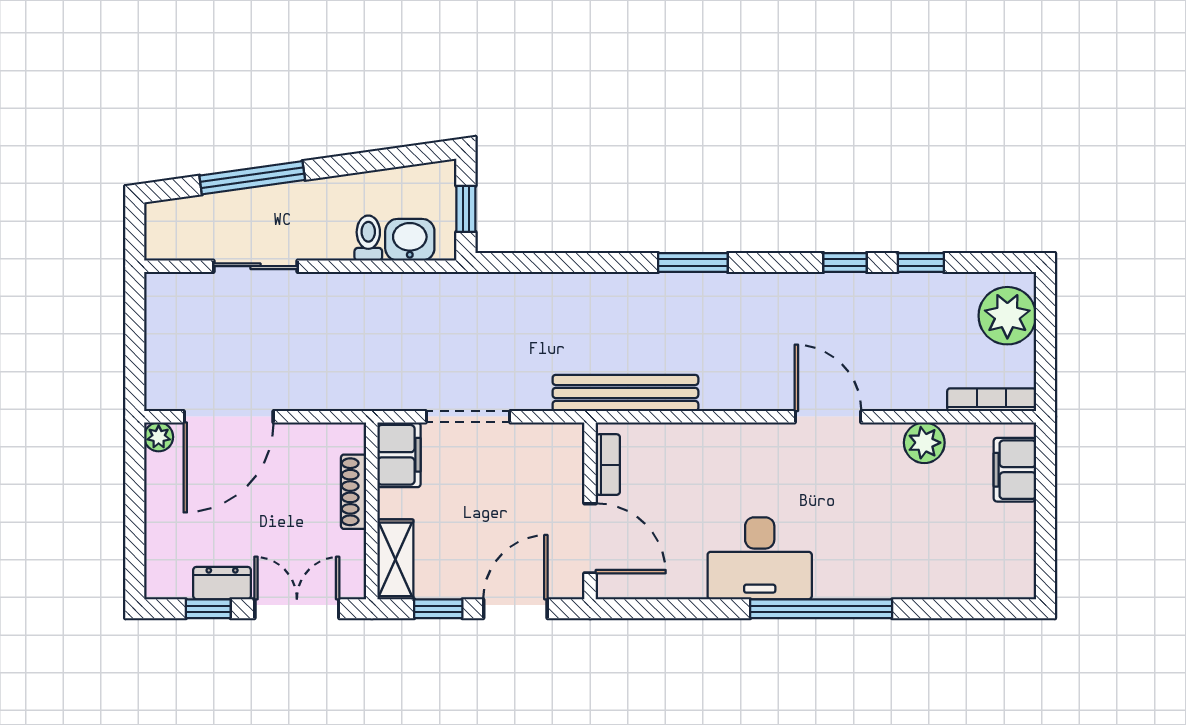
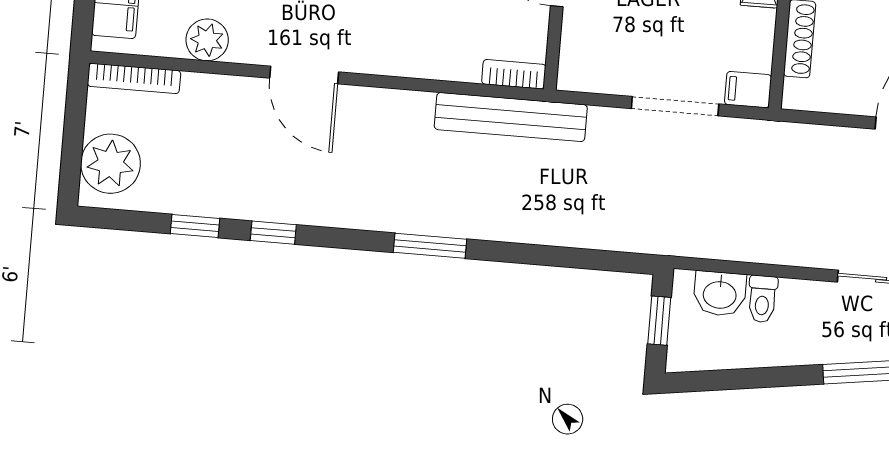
filing cabinet: (399, 455) -> (748, 90), width x0.50
bookcase: (608, 465) -> (514, 74), moved, turned 90

